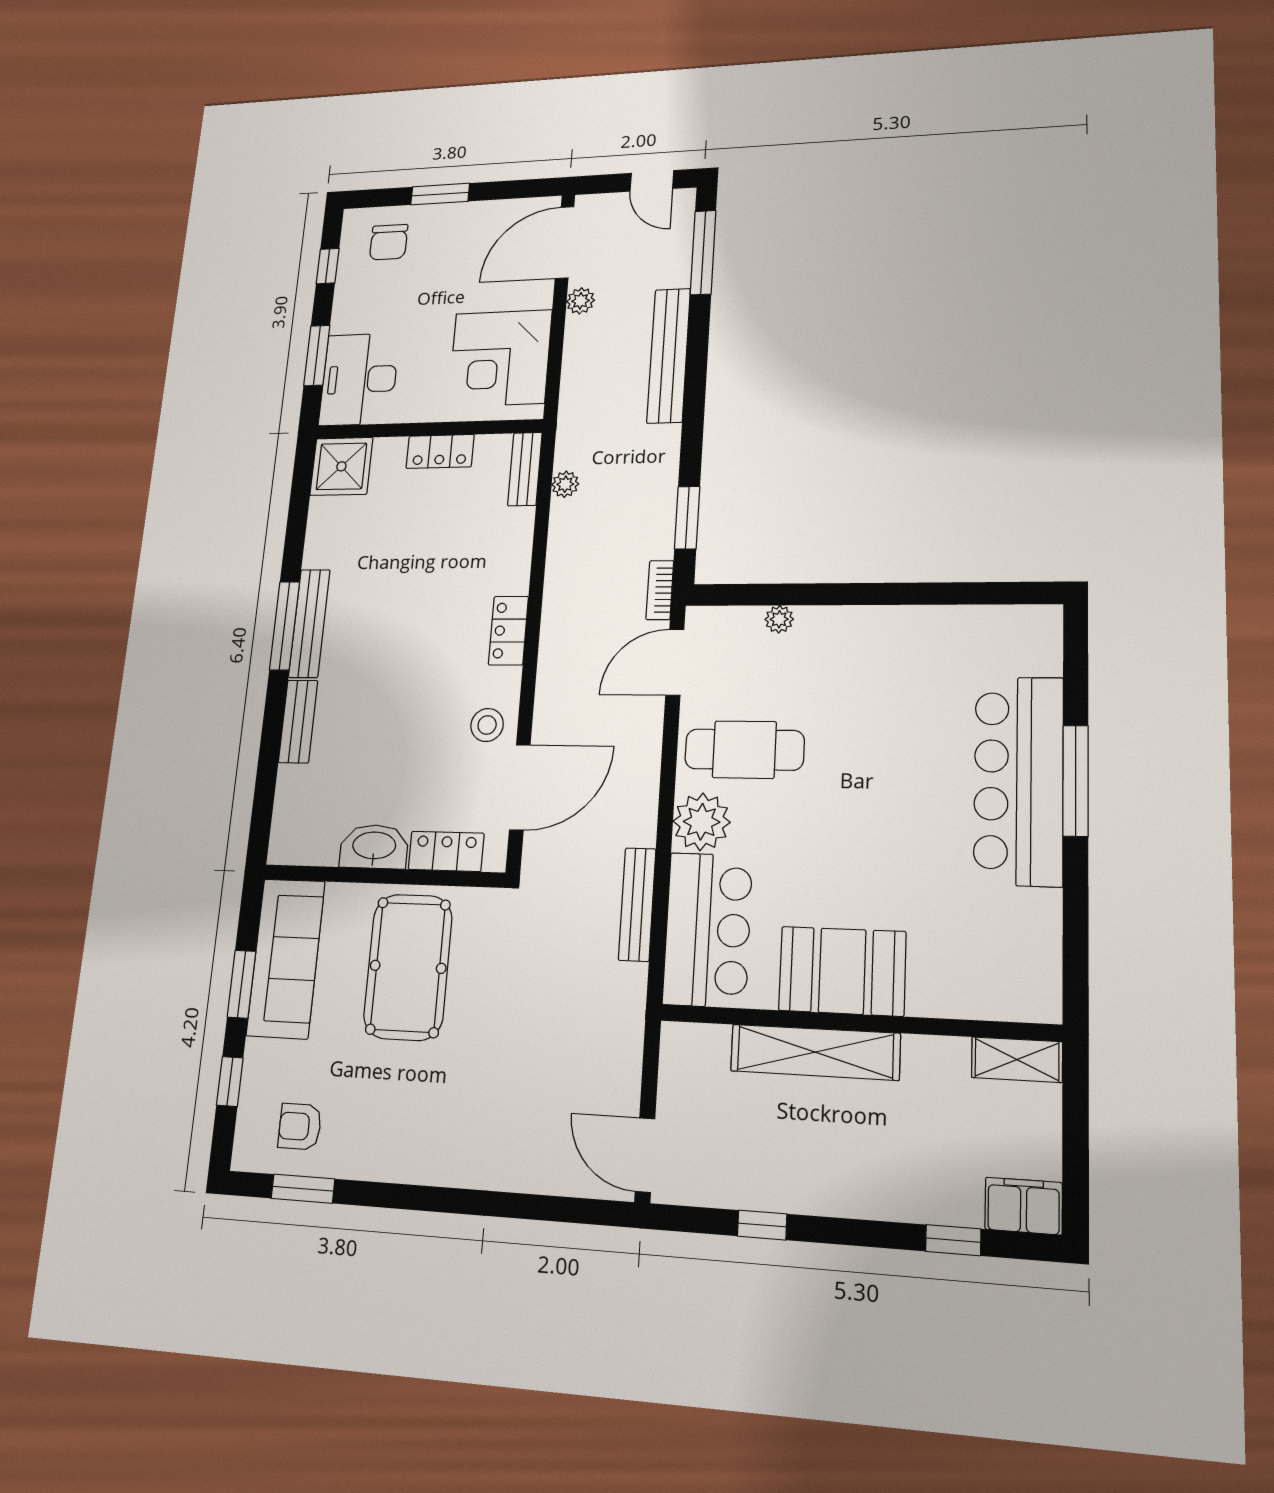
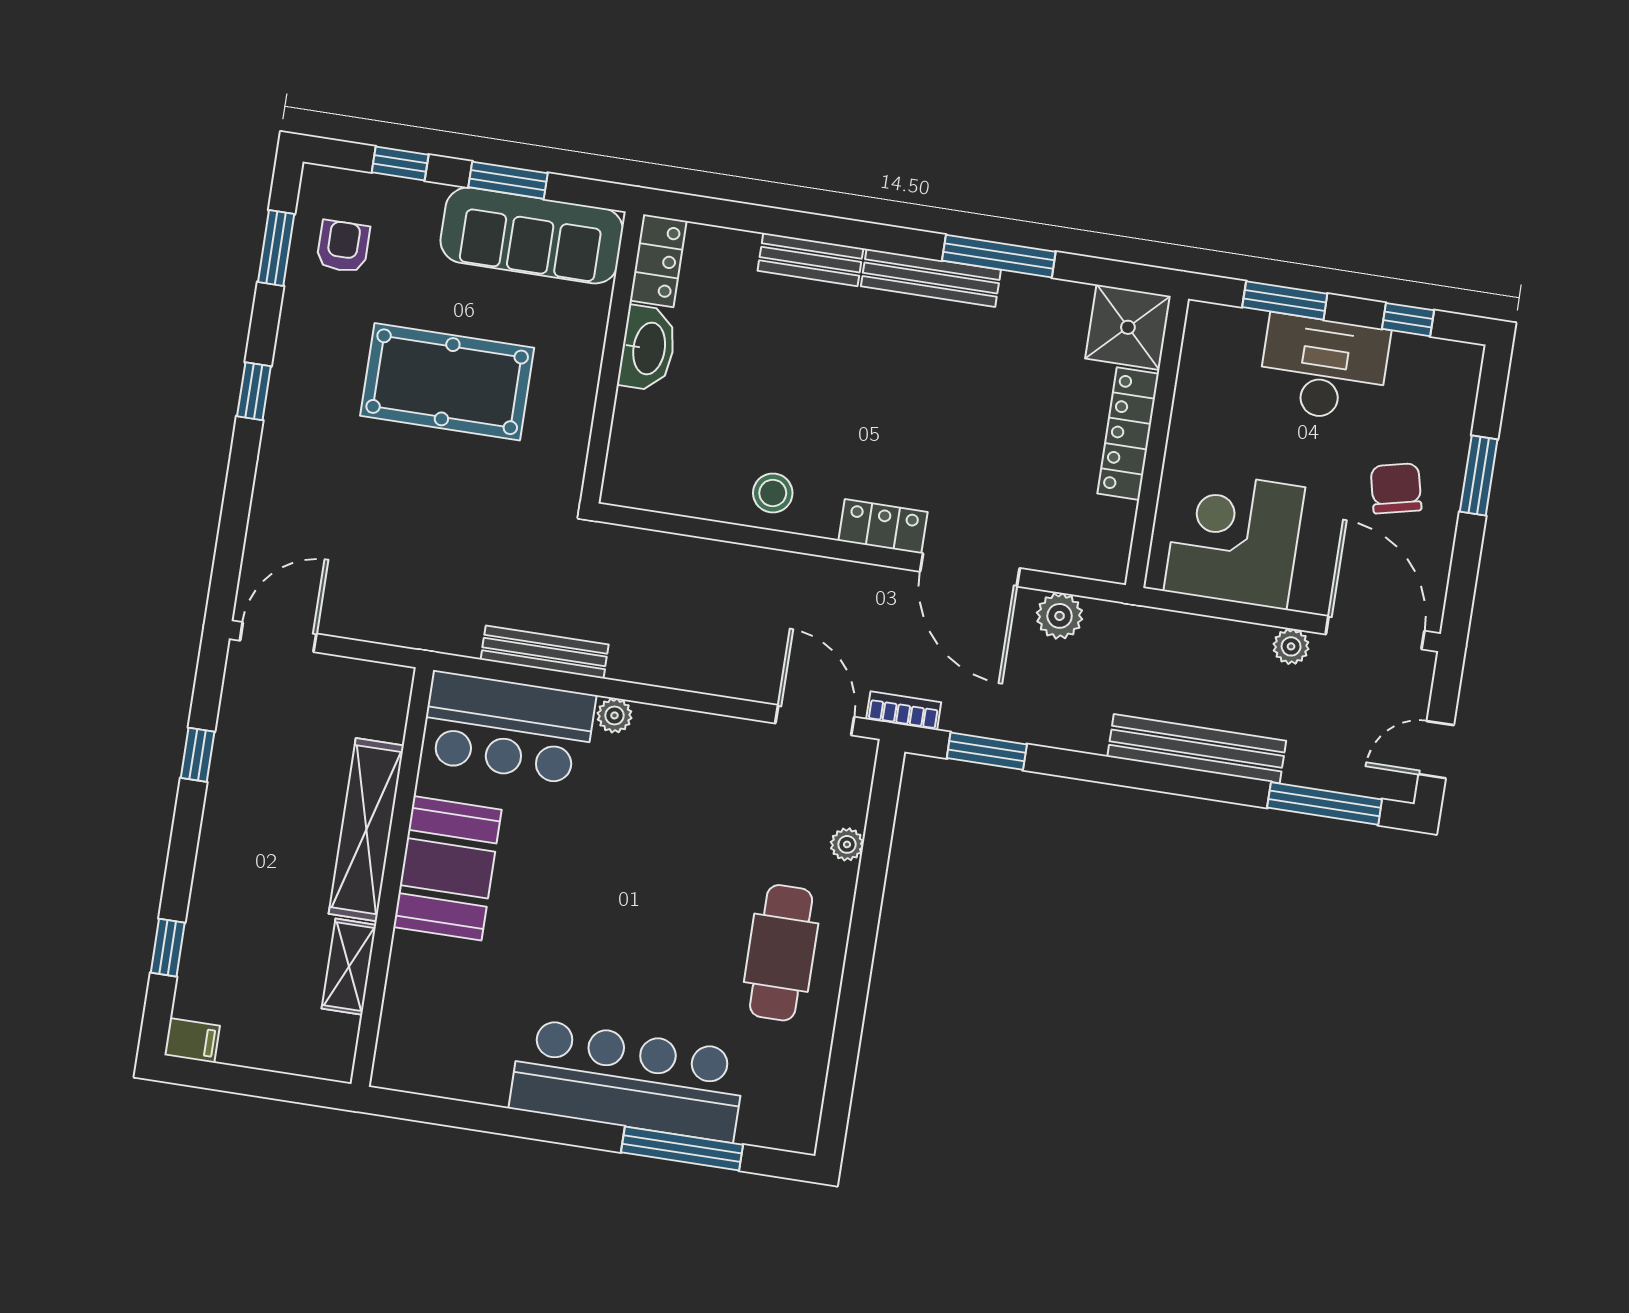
chair: (389, 242) -> (1396, 488), moved, turned 77
desk: (359, 379) -> (1324, 368), moved
locker: (440, 451) -> (1128, 434), width x1.53
bench: (525, 469) -> (1083, 560), removed
plant: (565, 484) -> (1060, 616), width x1.38, depth x1.38
window: (284, 626) -> (999, 256), moved
cafe table: (744, 750) -> (781, 953), moved
window: (1076, 781) -> (682, 1149), moved
door: (520, 787) -> (970, 570), moved
plant: (702, 822) -> (615, 715), width x0.53, depth x0.53
locker: (446, 851) -> (658, 261), moved
pool table: (408, 967) -> (447, 382), moved
shelving: (1017, 1060) -> (349, 967), moved
window: (427, 1199) -> (254, 391), added
filing cabinet: (1024, 1206) -> (192, 1040), width x0.50

